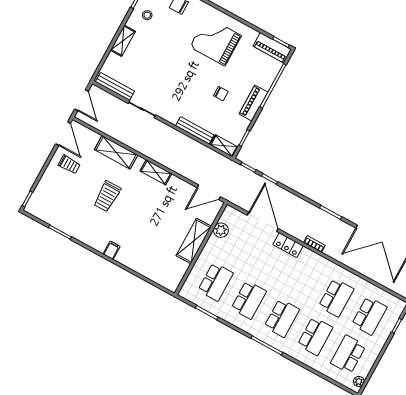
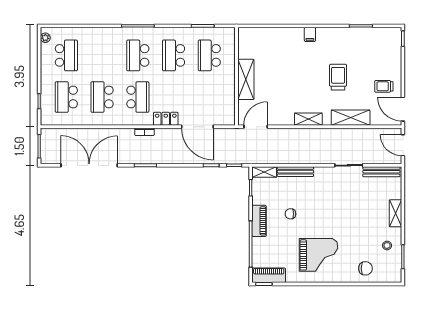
plant: (221, 230) -> (228, 101), removed
school desk: (315, 336) -> (138, 97), moved, turned 180

